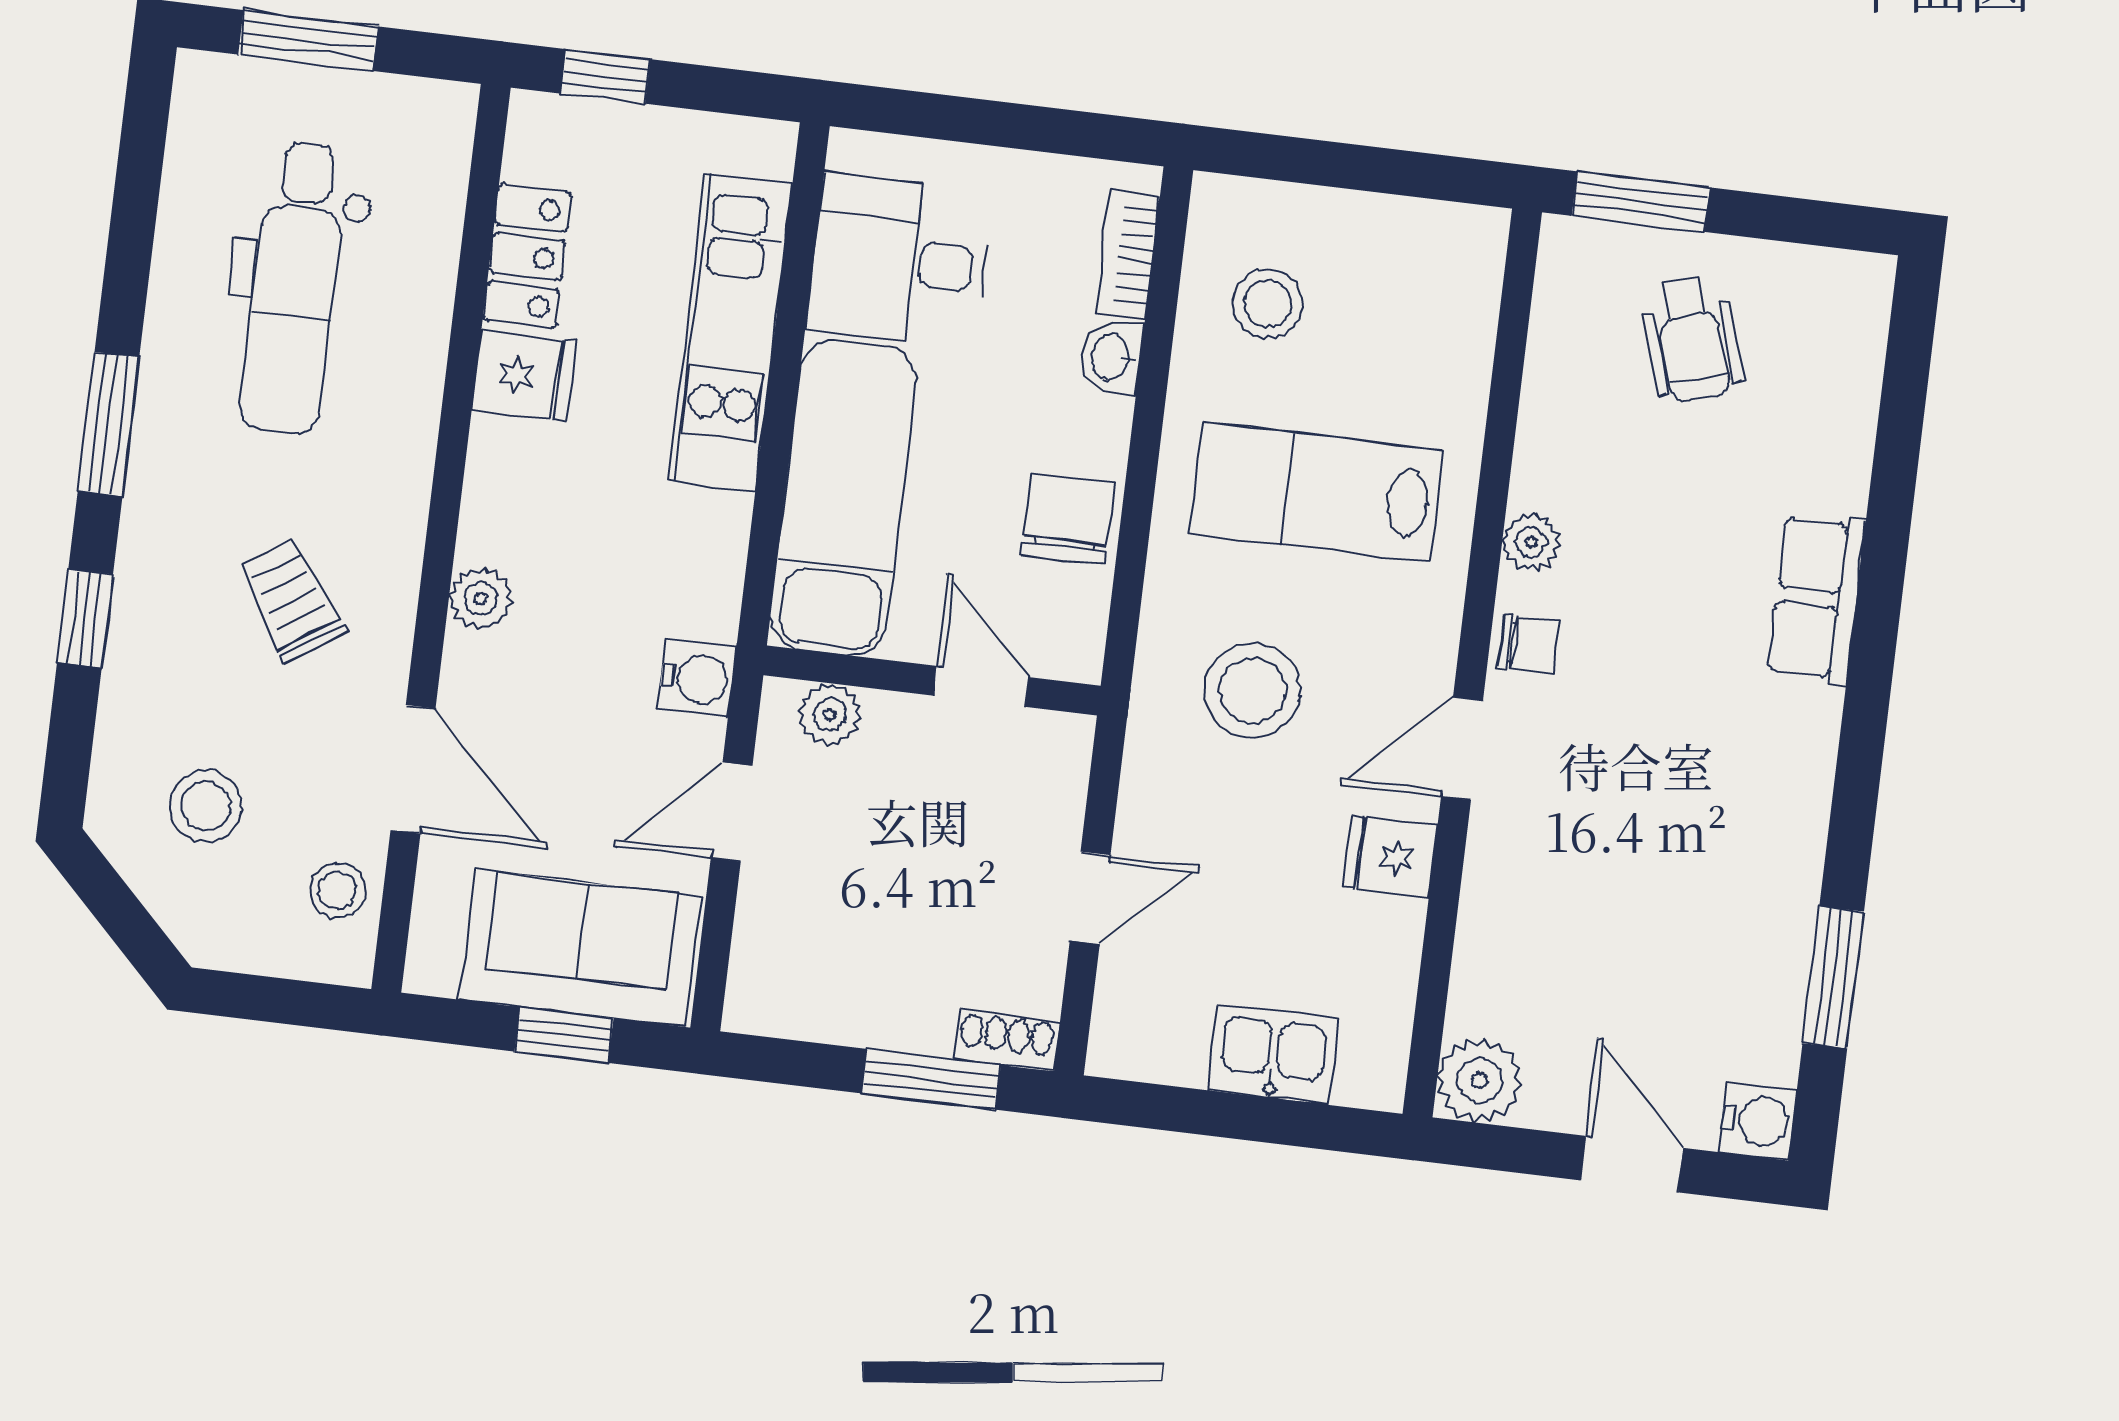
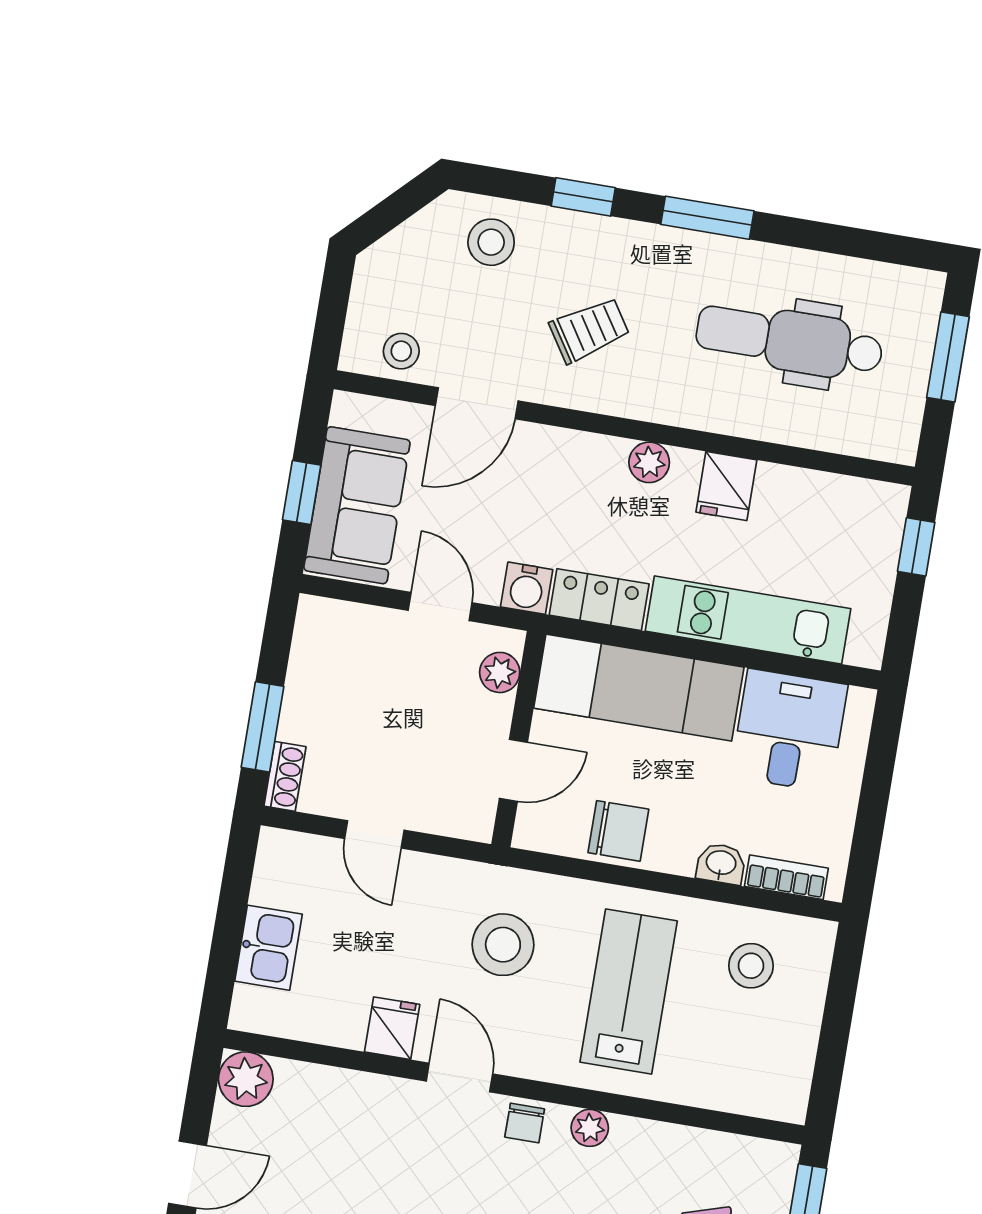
locker: (527, 256) -> (599, 600), moved, turned 180
plant: (480, 599) -> (649, 462), moved
stool: (205, 806) -> (491, 242), moved

